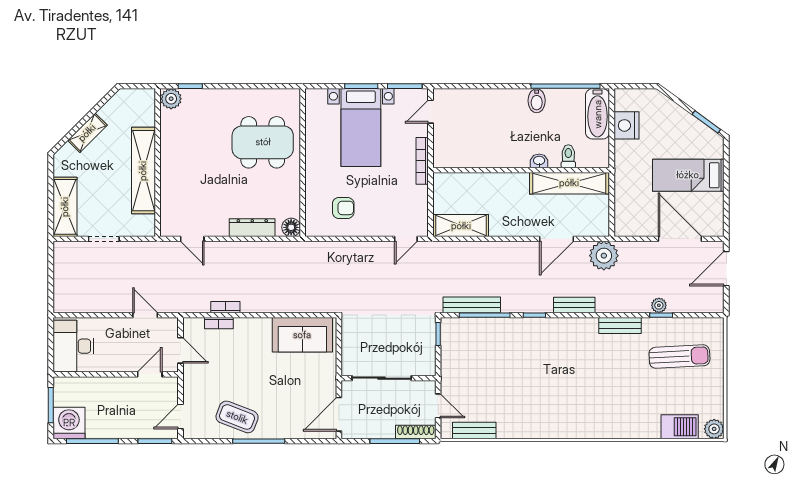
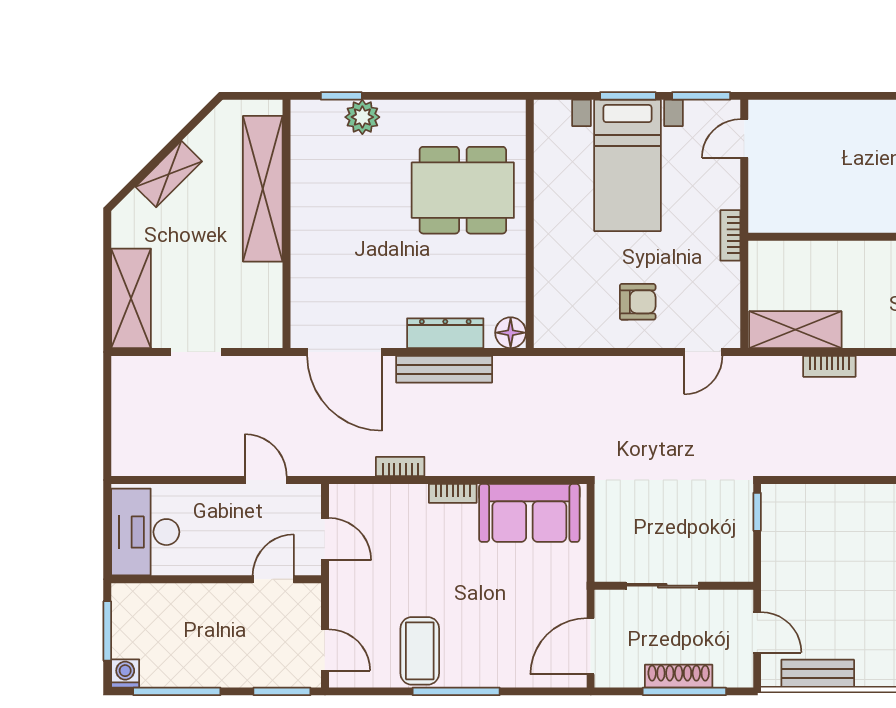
plant: (171, 99) -> (362, 117), moved
bookcase: (422, 161) -> (730, 235), width x0.64
shelving: (143, 171) -> (263, 189), moved
armchair: (343, 208) -> (638, 302), moved
door: (192, 239) -> (345, 352), width x1.88
bookcase: (481, 247) -> (829, 366), added
bench: (472, 305) -> (444, 369), moved
window: (485, 315) -> (835, 480), removed
bookcase: (219, 323) -> (453, 493), moved
sliding door: (382, 378) -> (662, 586), width x0.73
door: (181, 416) -> (325, 650), swing flipped
coffee table: (237, 417) -> (420, 651), turned 69
washing machine: (69, 423) -> (125, 673), width x0.53, depth x0.53
shoe rack: (416, 432) -> (679, 676), moved

